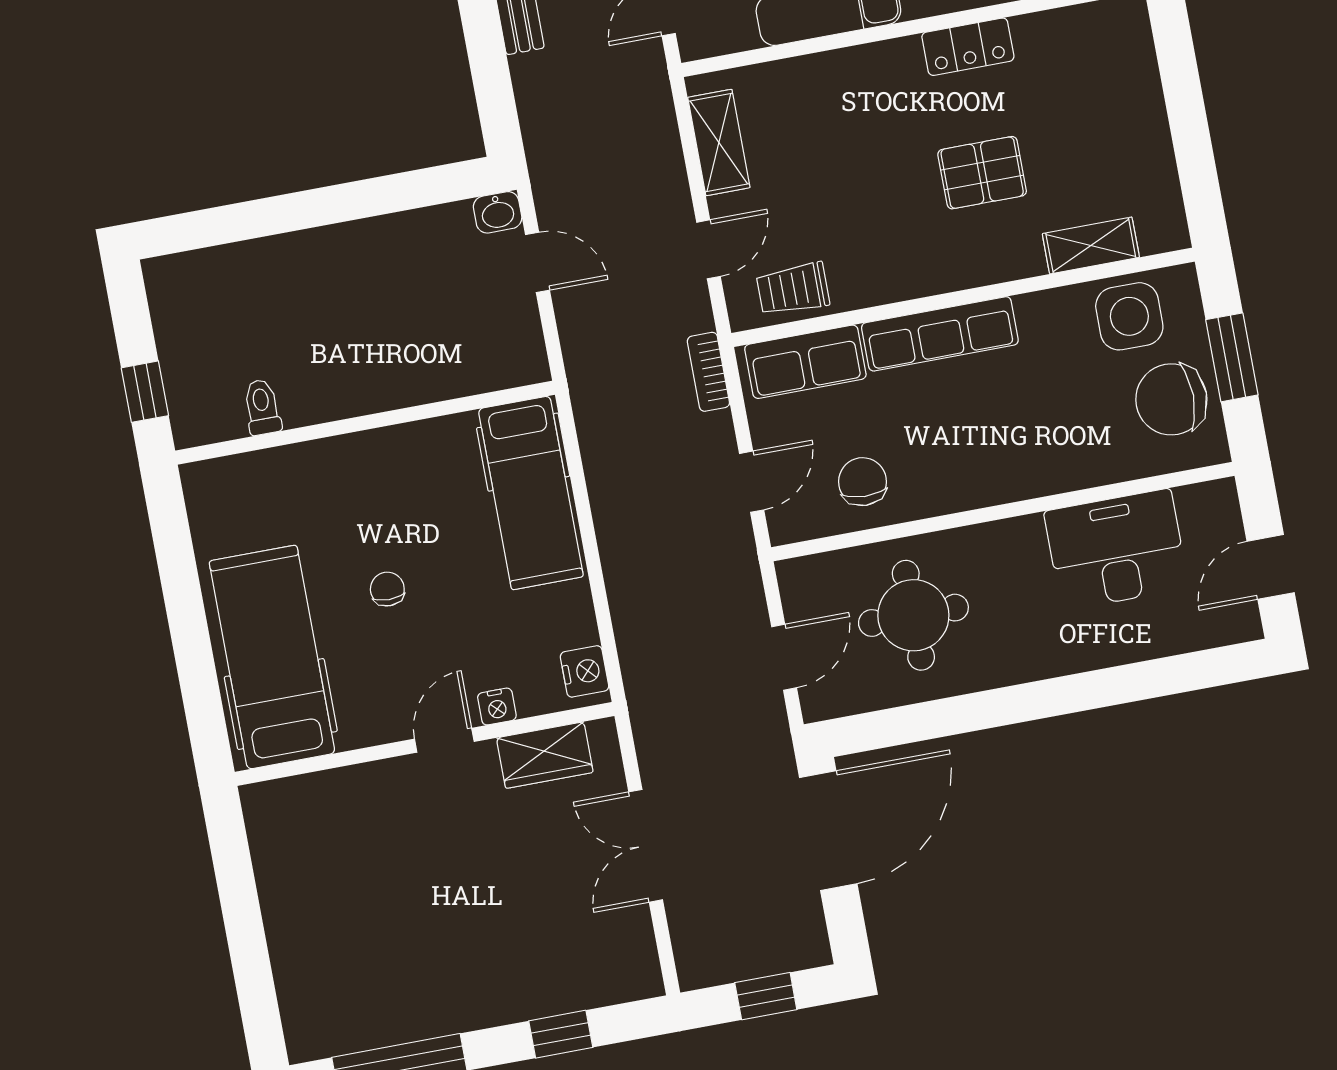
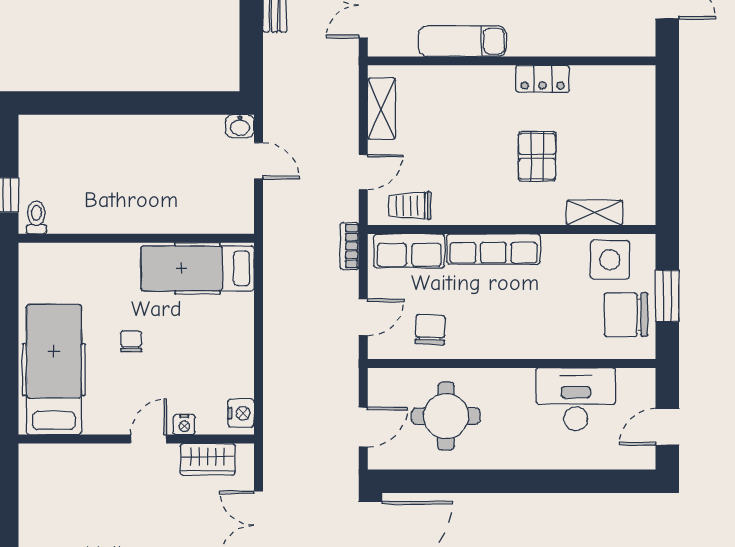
pallet: (982, 173) -> (537, 156), turned 90
toilet: (262, 407) -> (36, 217), moved
hospital bed: (531, 493) -> (198, 268), moved, turned 90

